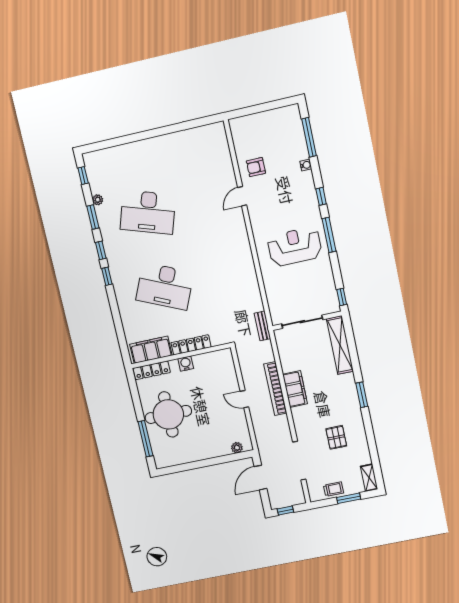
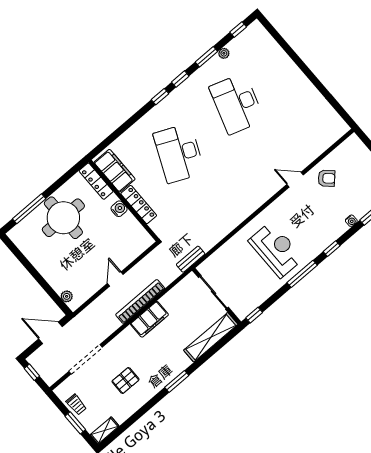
armchair: (256, 167) -> (327, 178), turned 133

